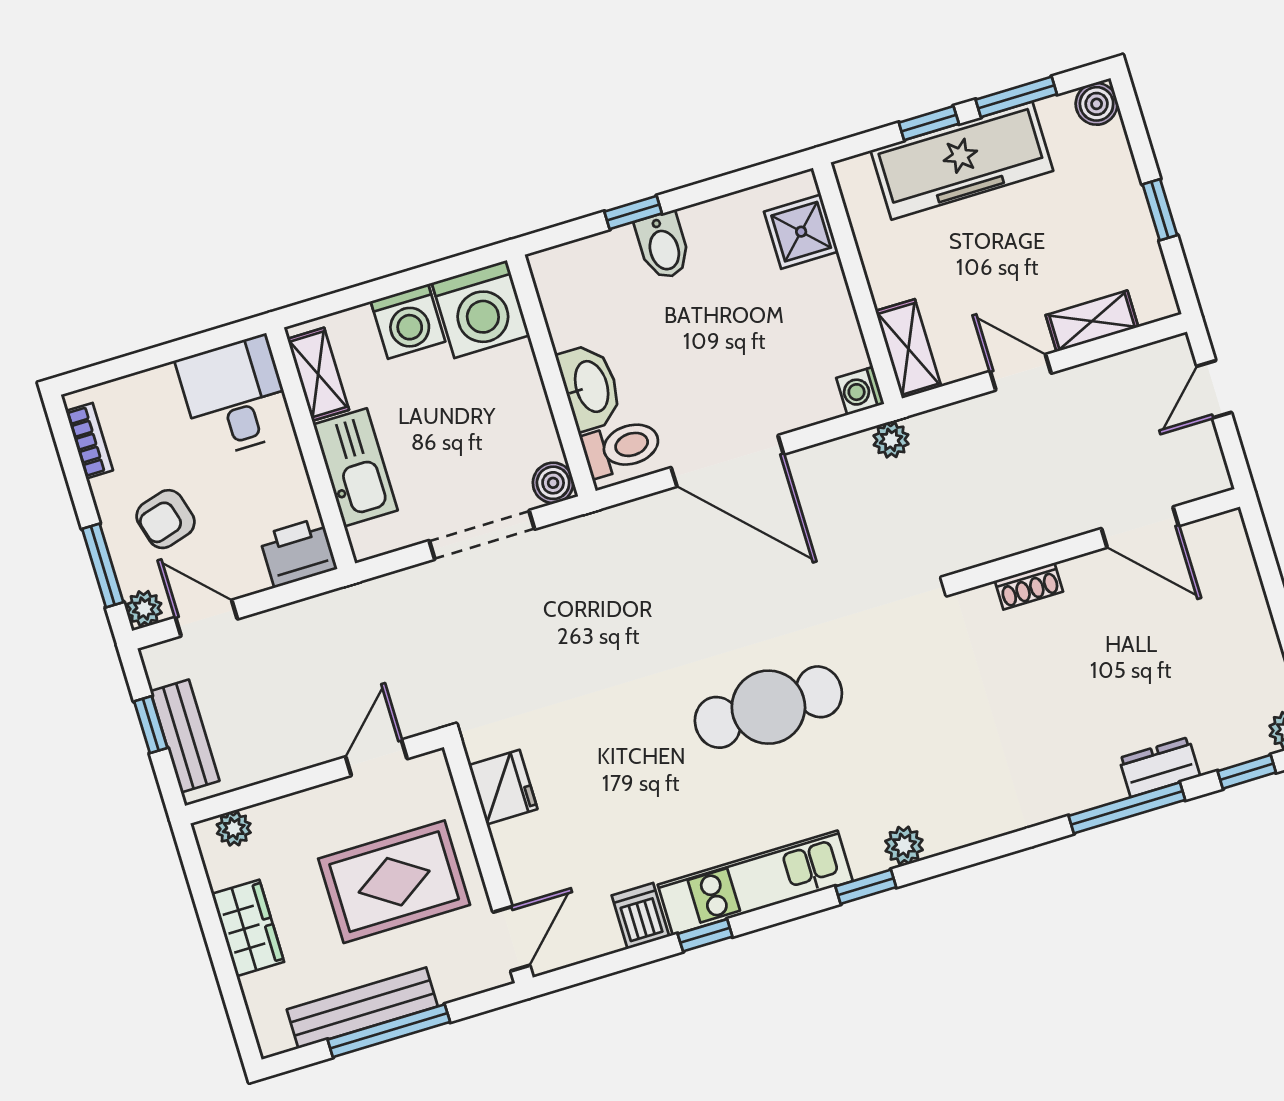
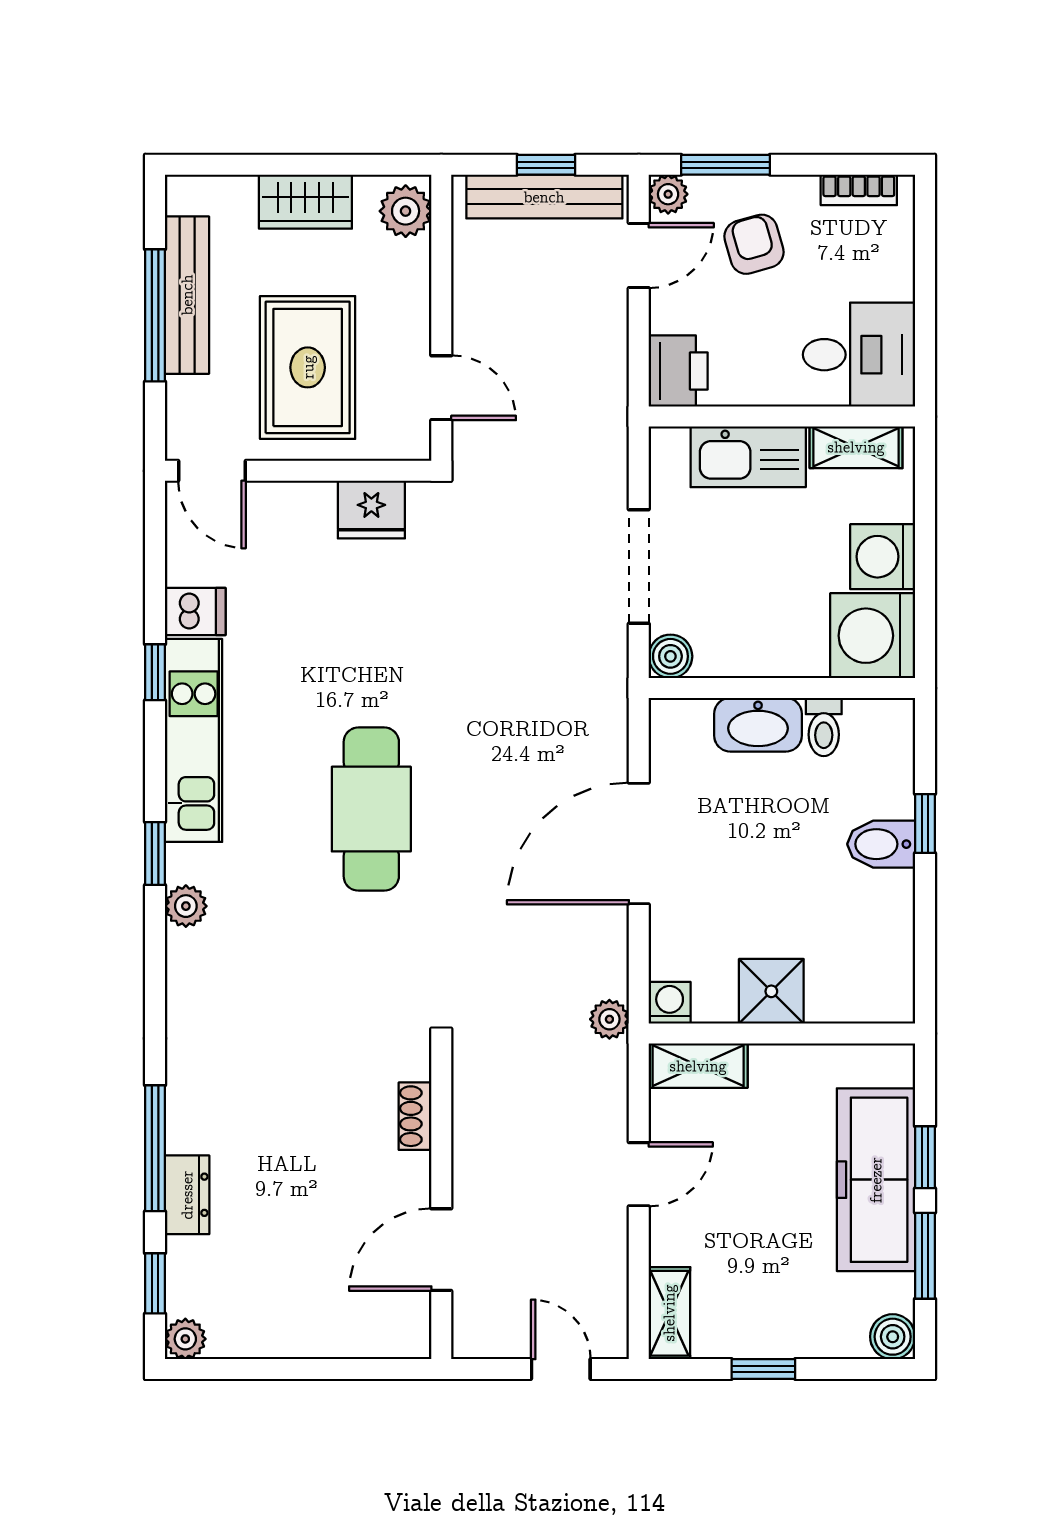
shower: (801, 232) -> (771, 991), moved
shelving: (1092, 321) -> (669, 1313), moved
toilet: (622, 447) -> (824, 727), moved, width x0.73, depth x0.72
bench: (185, 736) -> (544, 197), width x1.36
plant: (234, 829) -> (406, 211), width x1.38, depth x1.38

